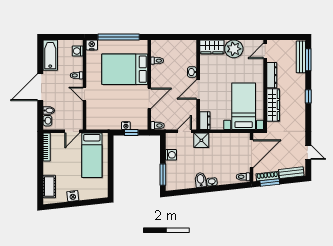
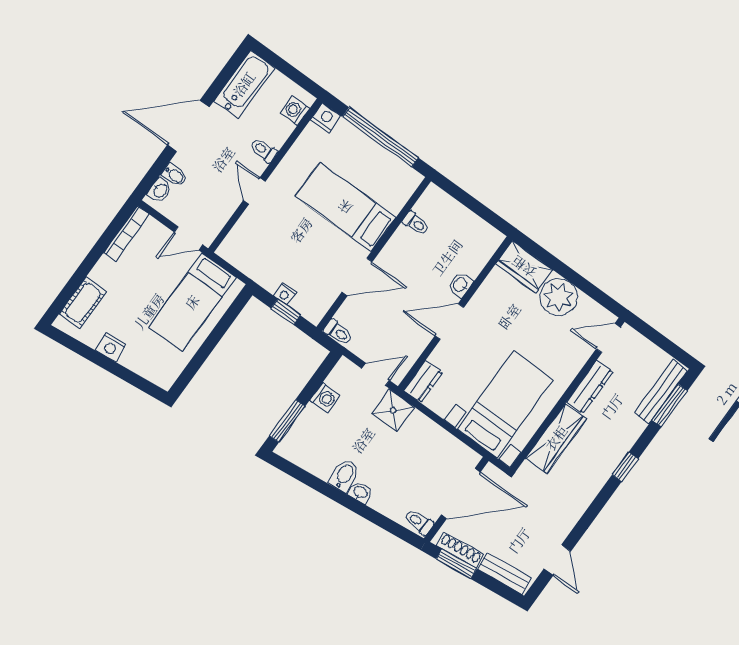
bed: (125, 69) -> (345, 207), width x0.67

